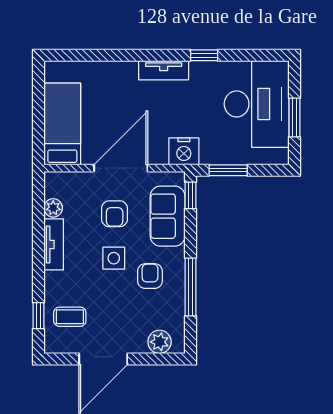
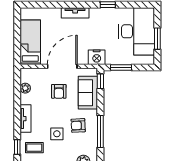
tv unit: (164, 70) -> (75, 13), moved
tv unit: (54, 244) -> (26, 119), moved
side table: (114, 258) -> (57, 134), moved
armchair: (150, 276) -> (78, 125), turned -93

